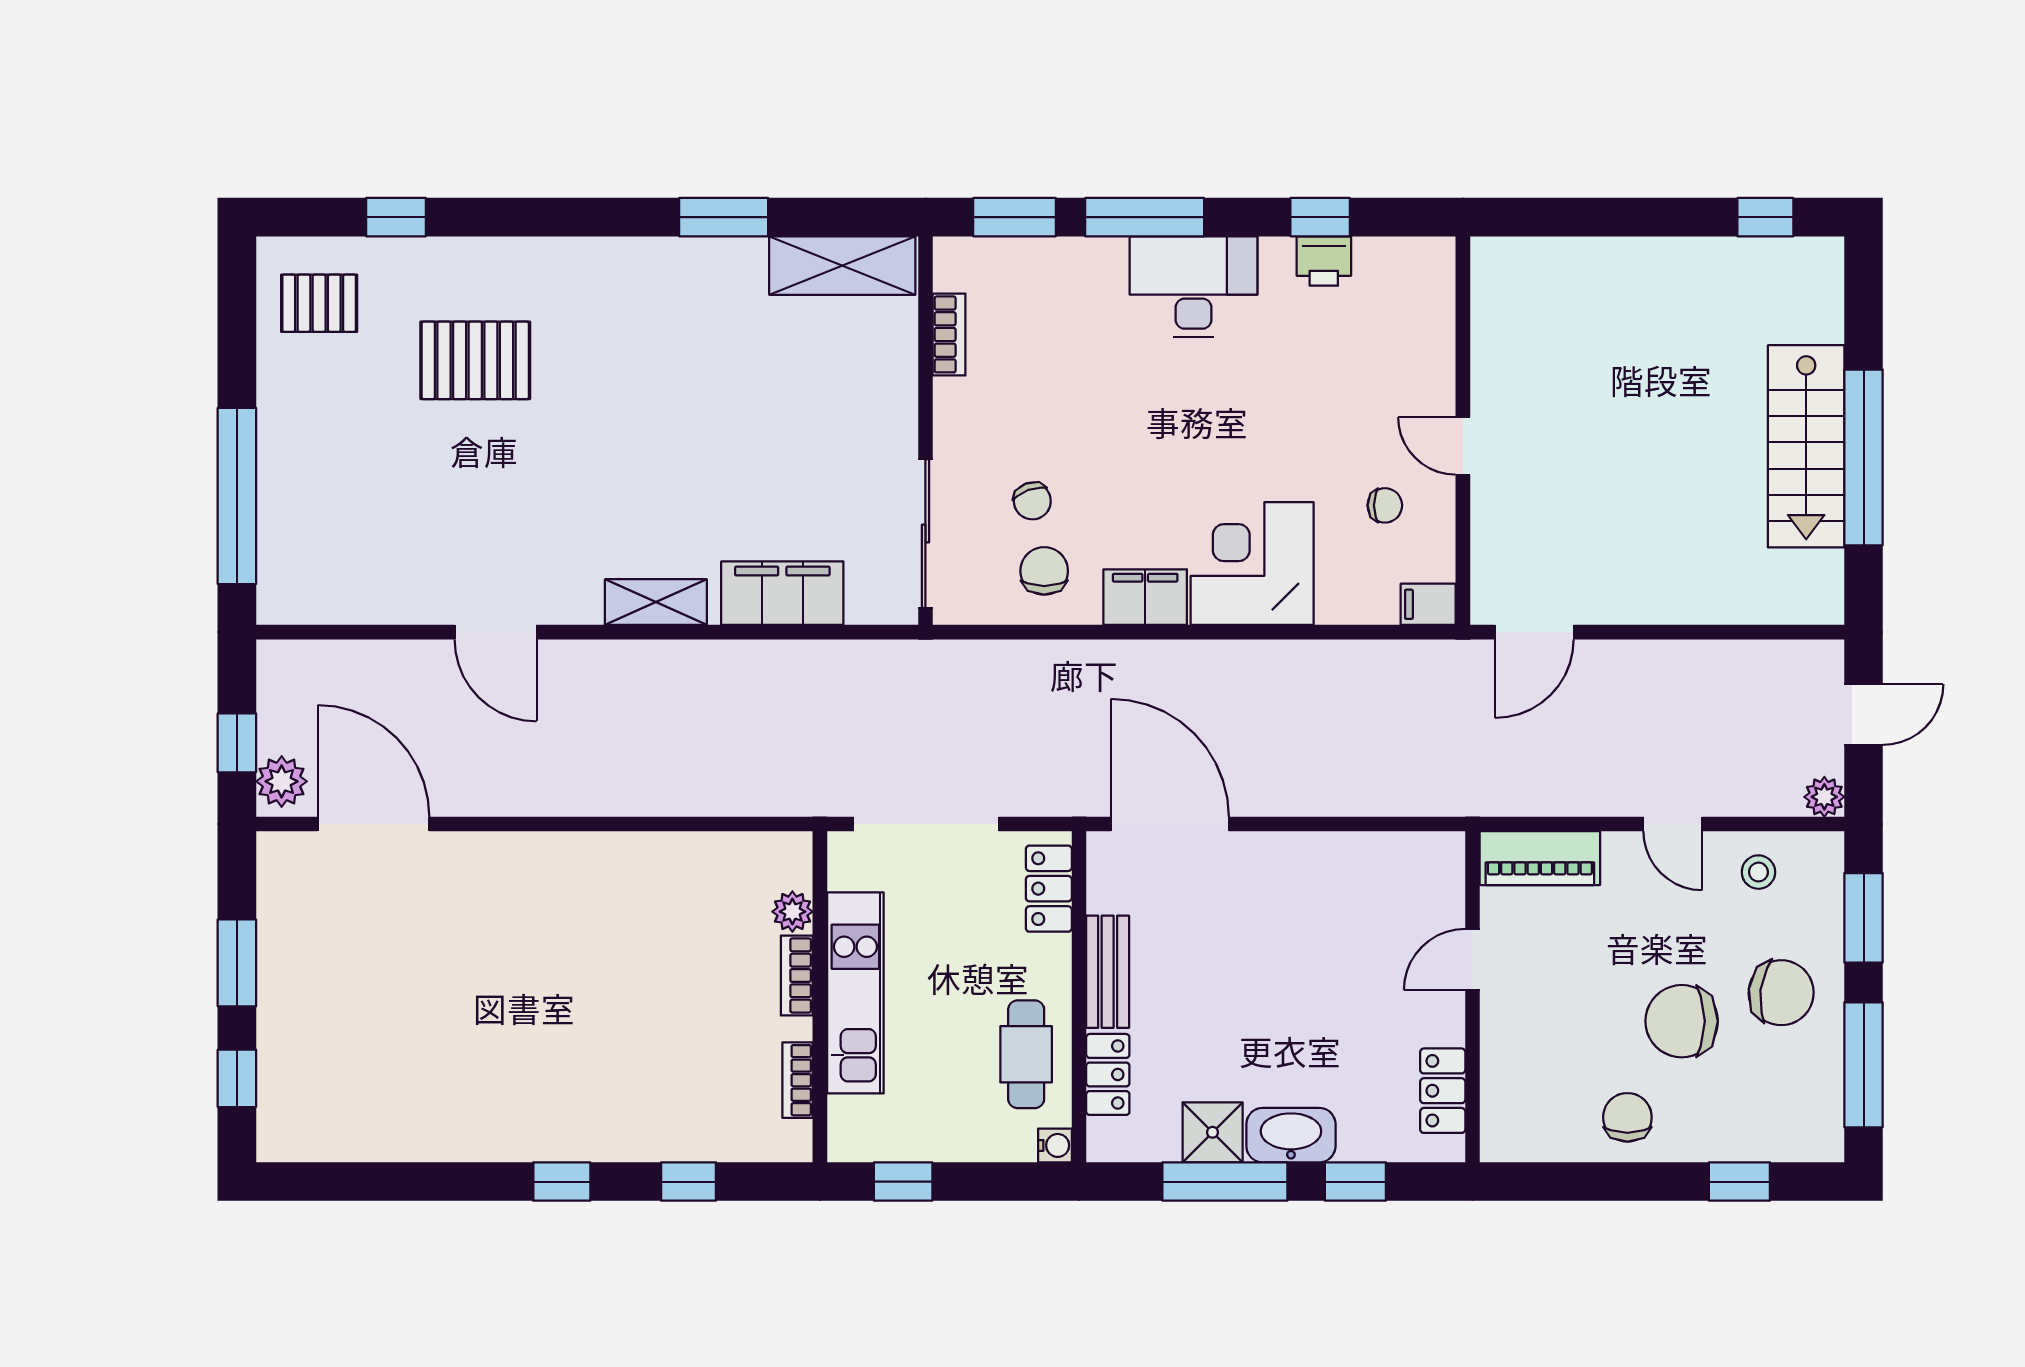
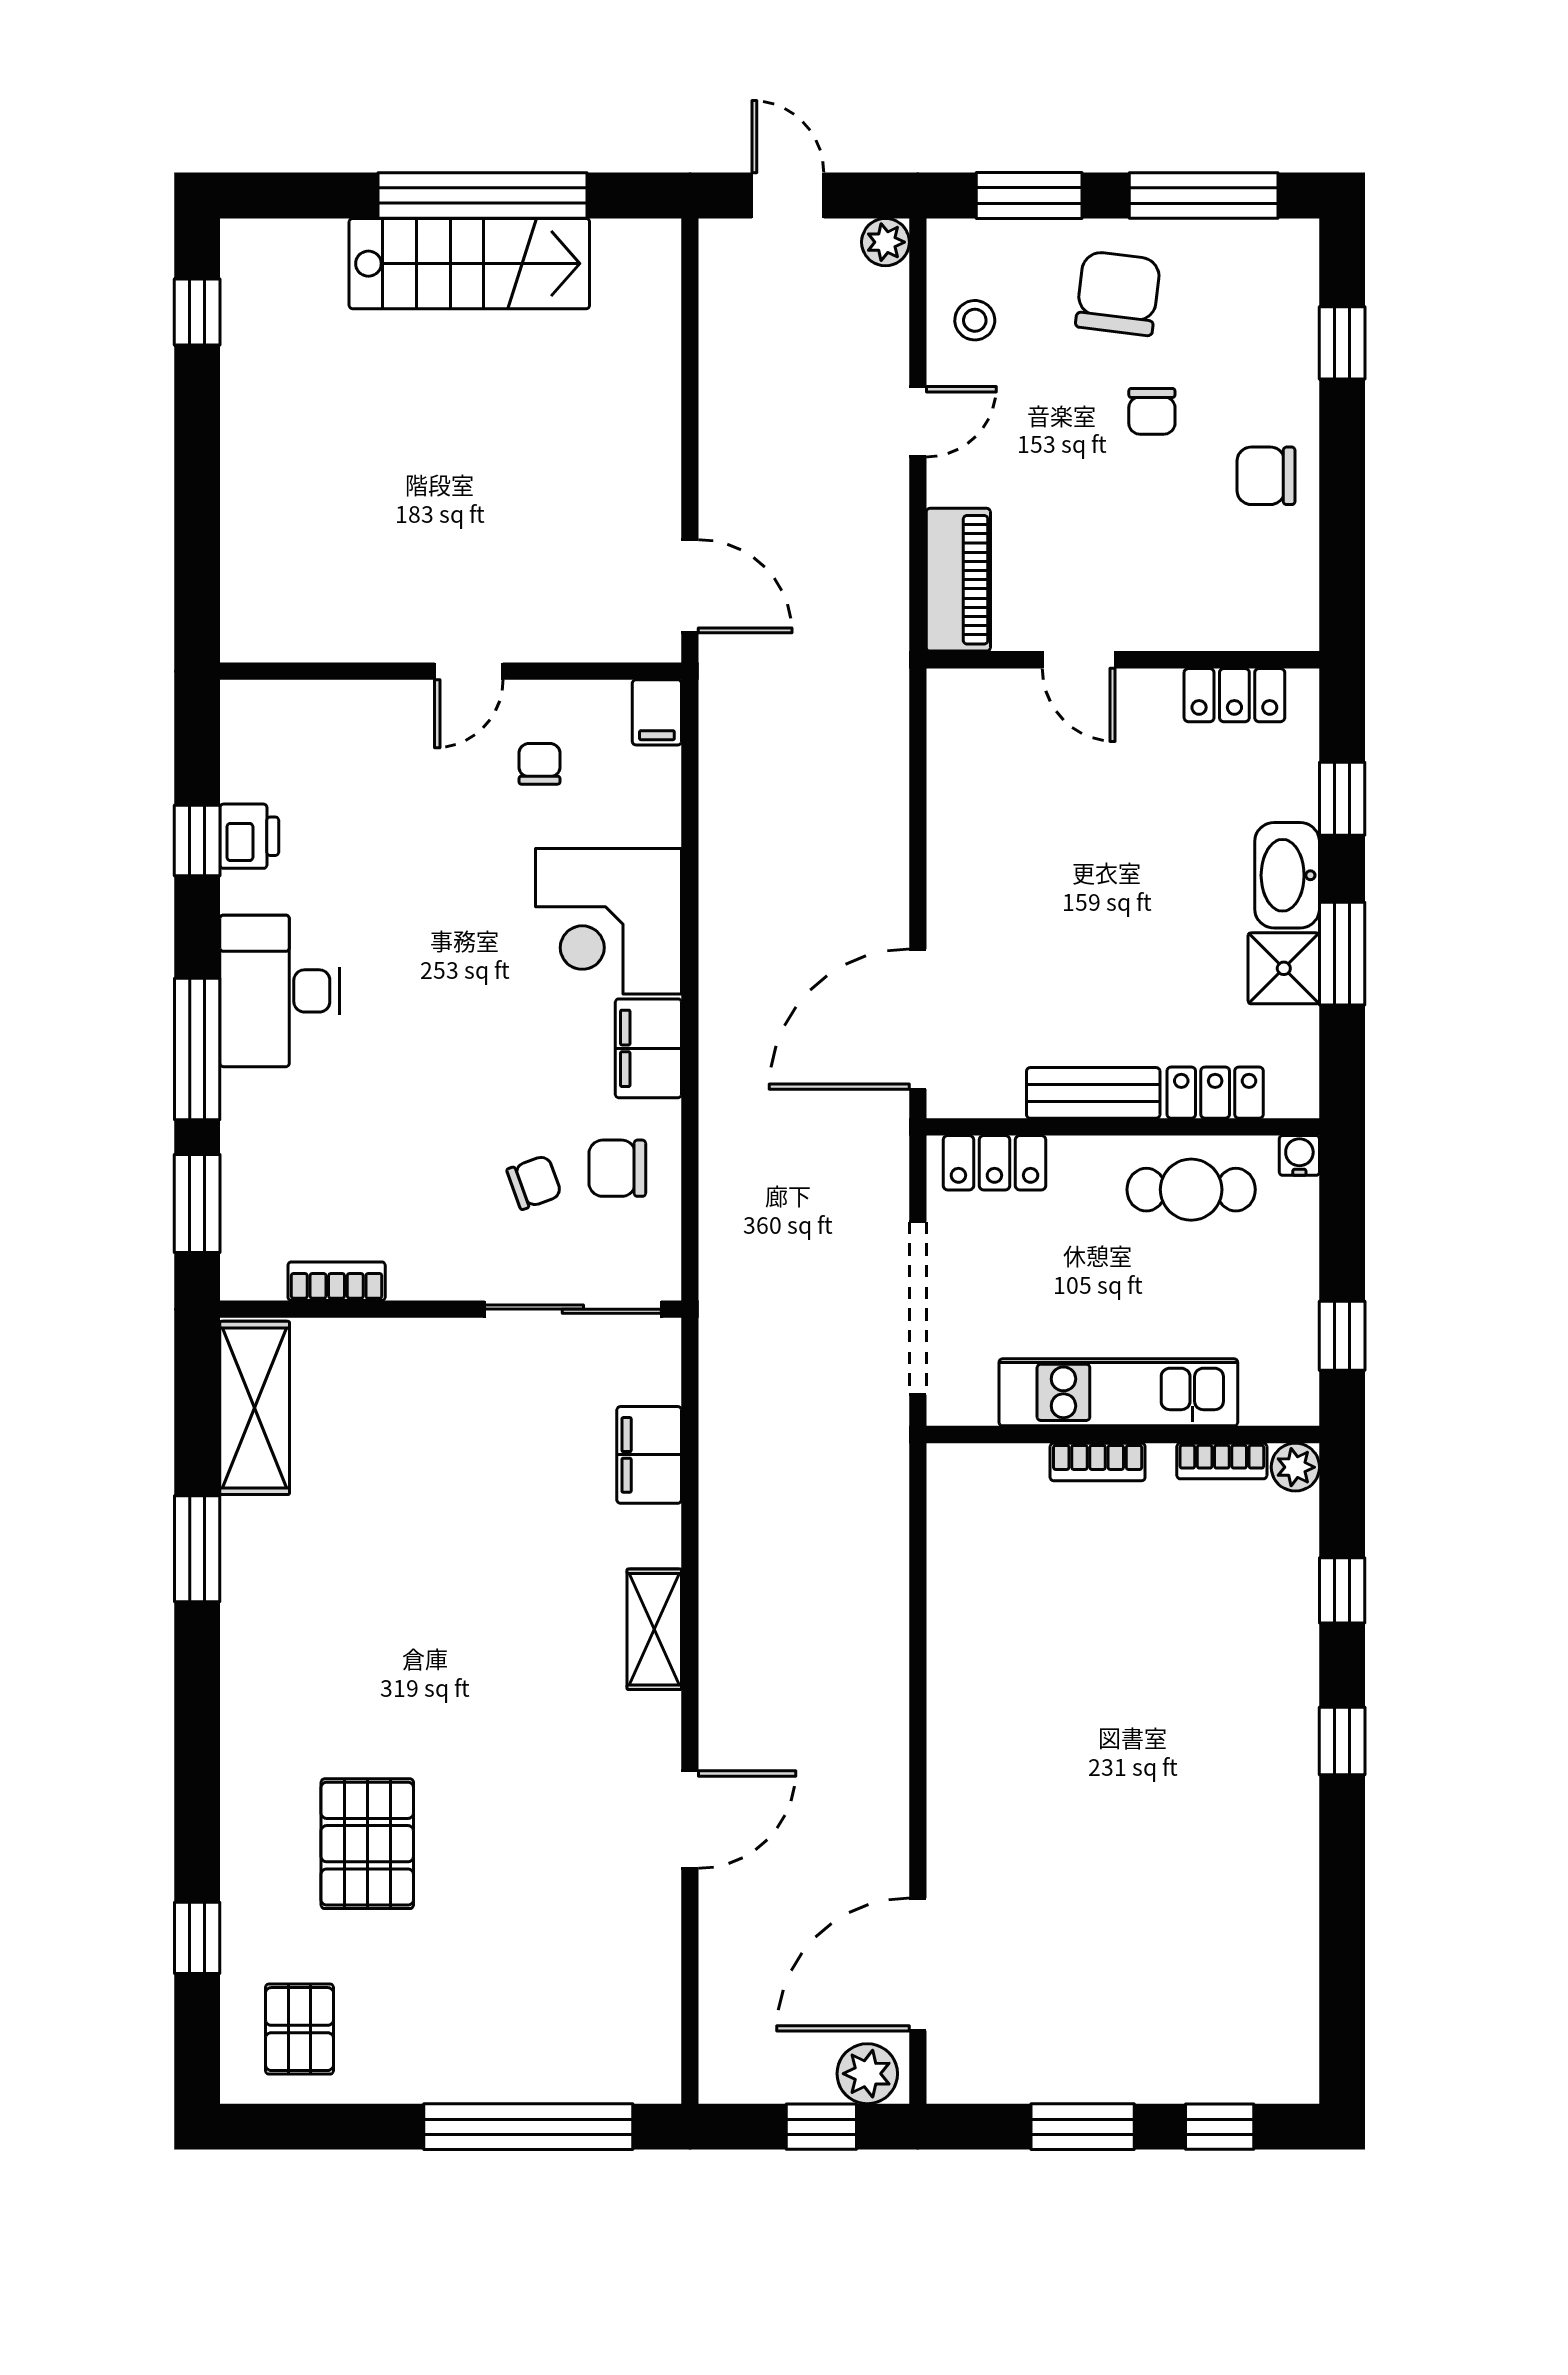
filing cabinet: (782, 593) -> (649, 1455), width x0.67, depth x0.86
plant: (792, 912) -> (1295, 1467), moved
chair: (1682, 1021) -> (1152, 411), width x0.54, depth x0.54
window: (1225, 1182) -> (1342, 954), width x0.69

